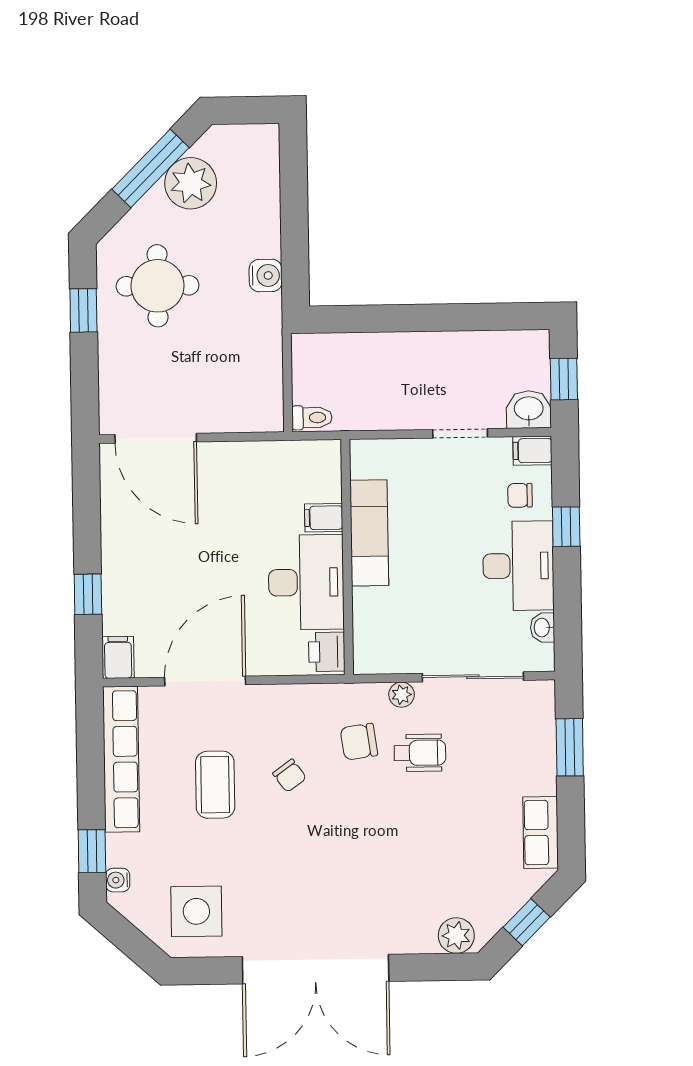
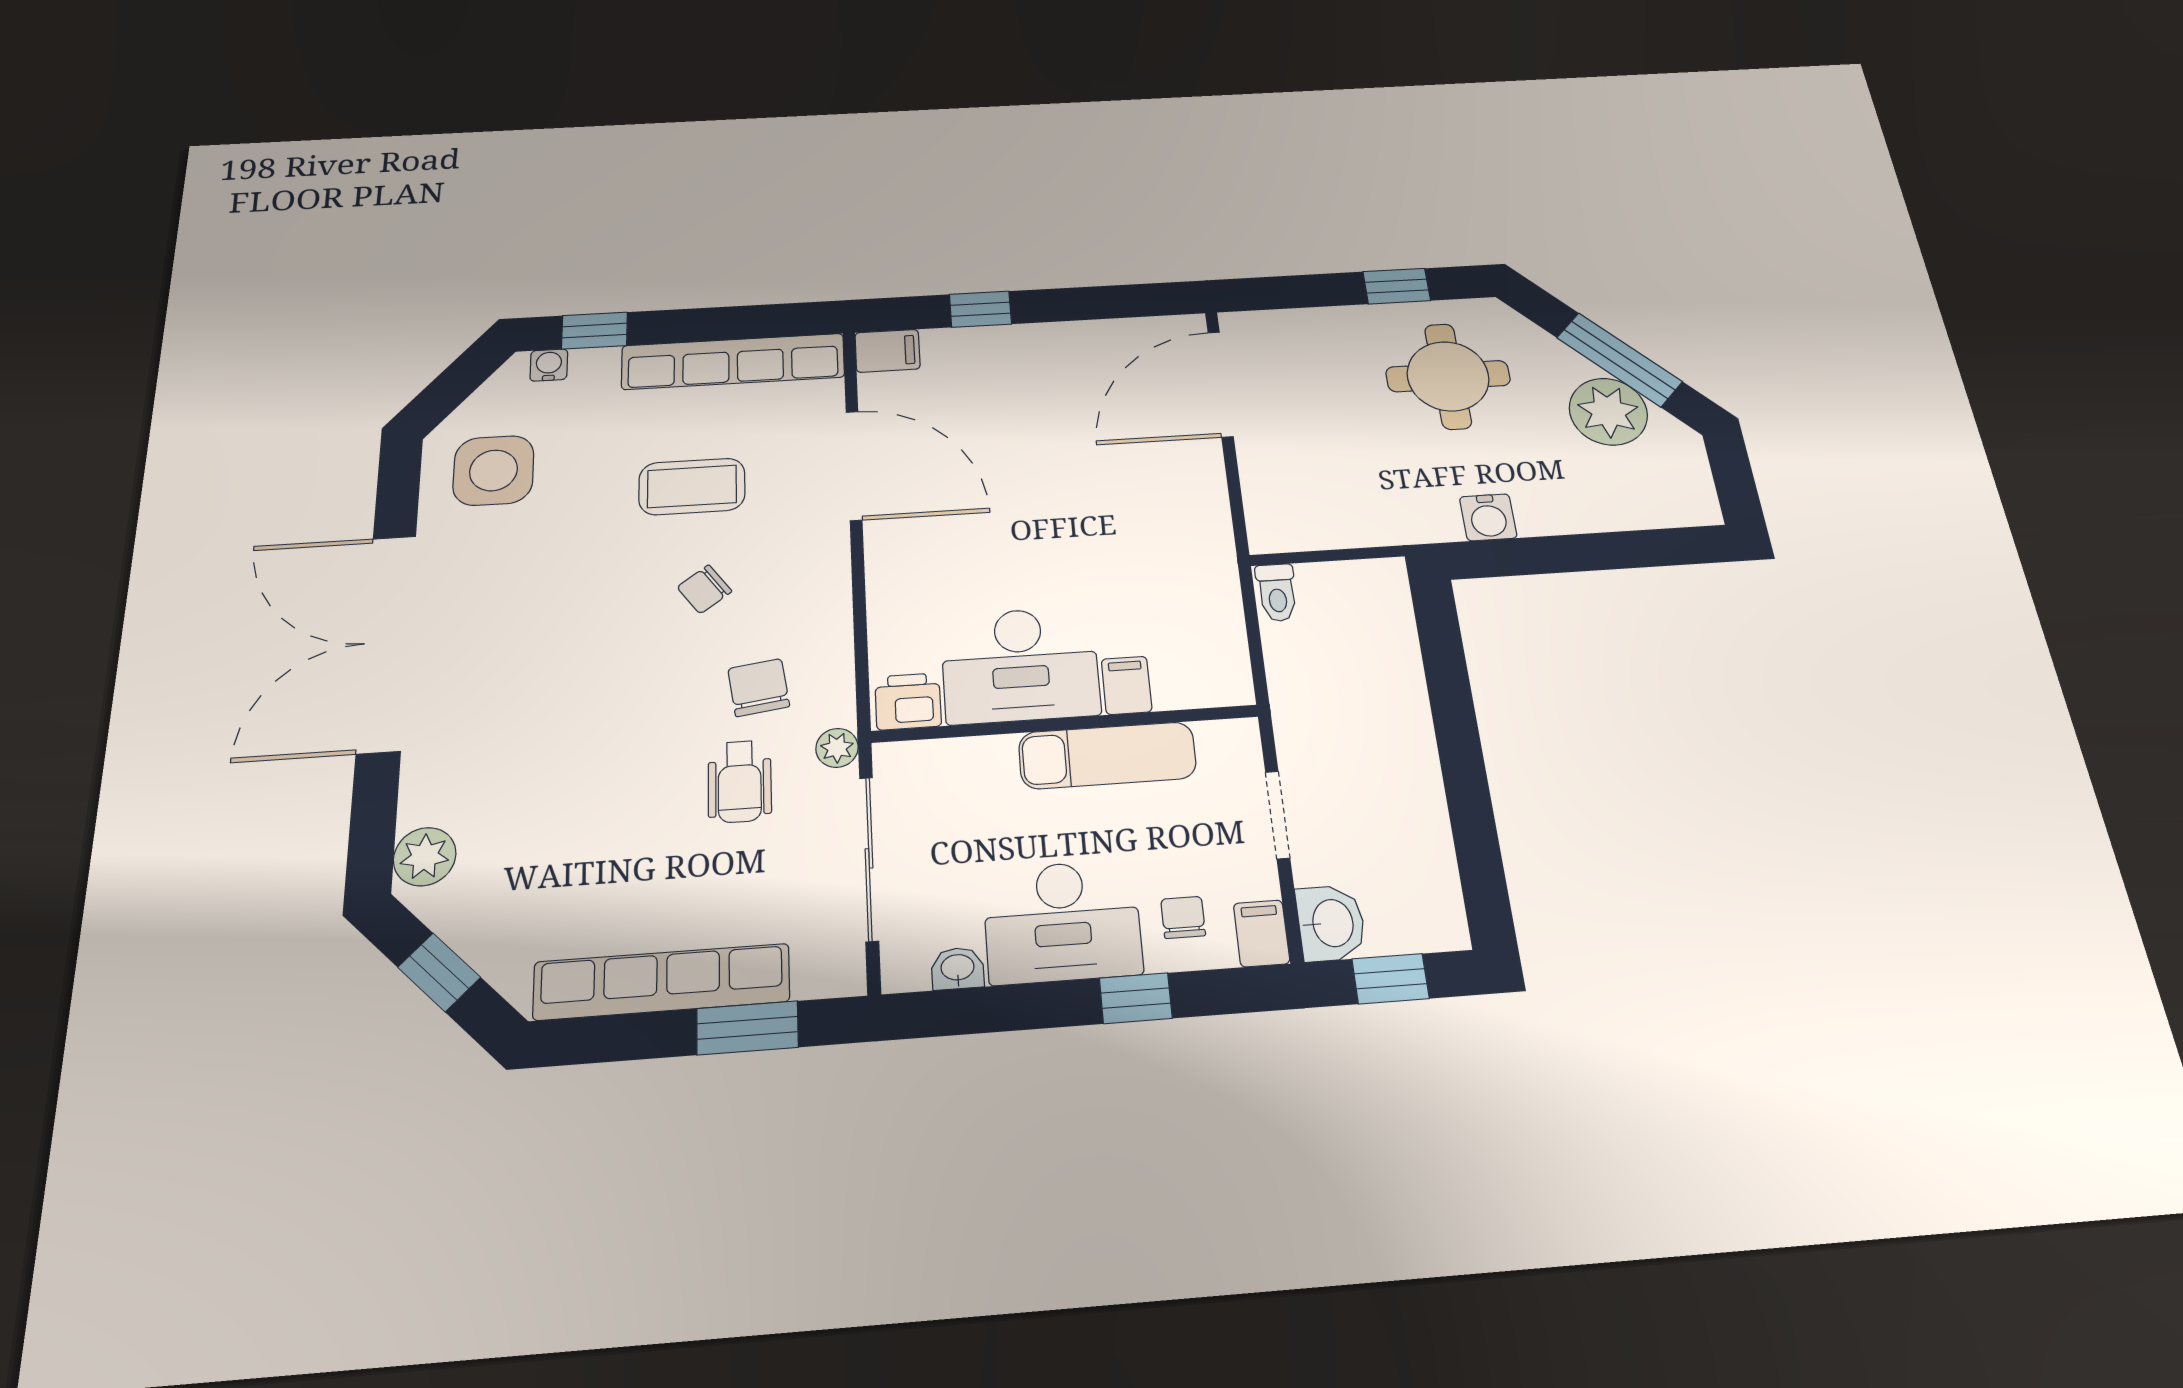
filing cabinet: (324, 518) -> (1127, 685), moved
exam couch: (369, 533) -> (1107, 755), moved
wall: (347, 557) -> (1065, 724), moved
desk: (306, 582) -> (1020, 665), moved
printer: (327, 652) -> (908, 701), moved
row of seats: (541, 832) -> (662, 982), width x2.02

